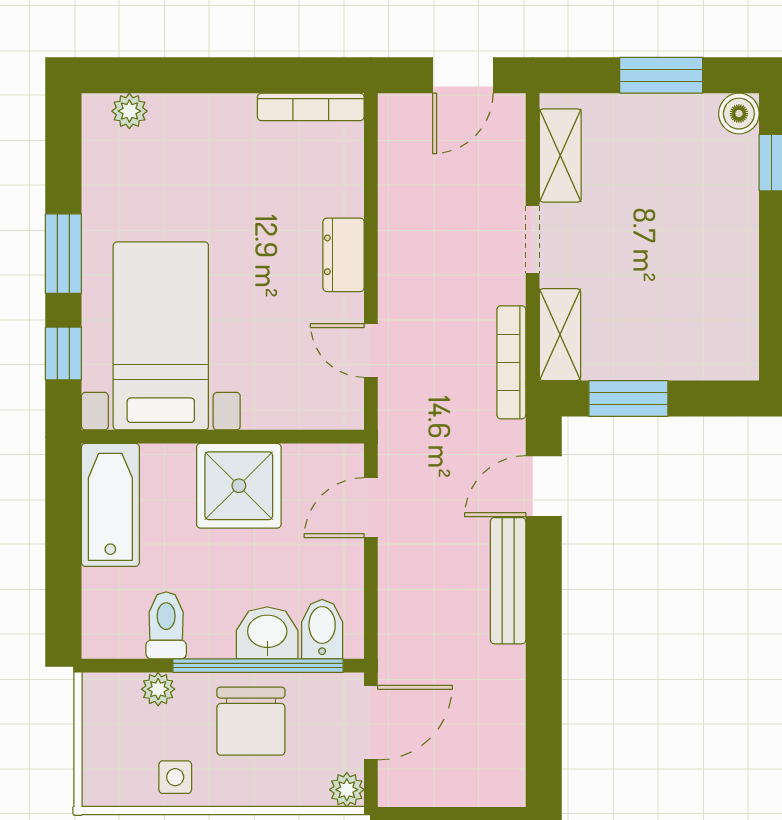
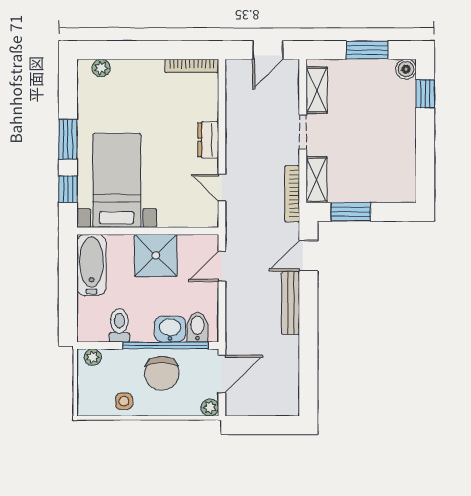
plant: (158, 689) -> (93, 357), moved

